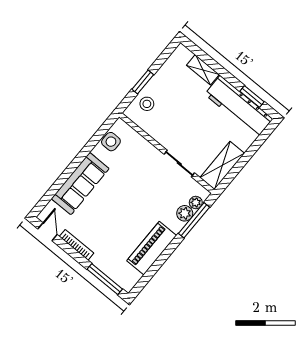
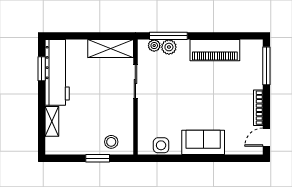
sofa: (80, 184) -> (203, 142), width x0.73

